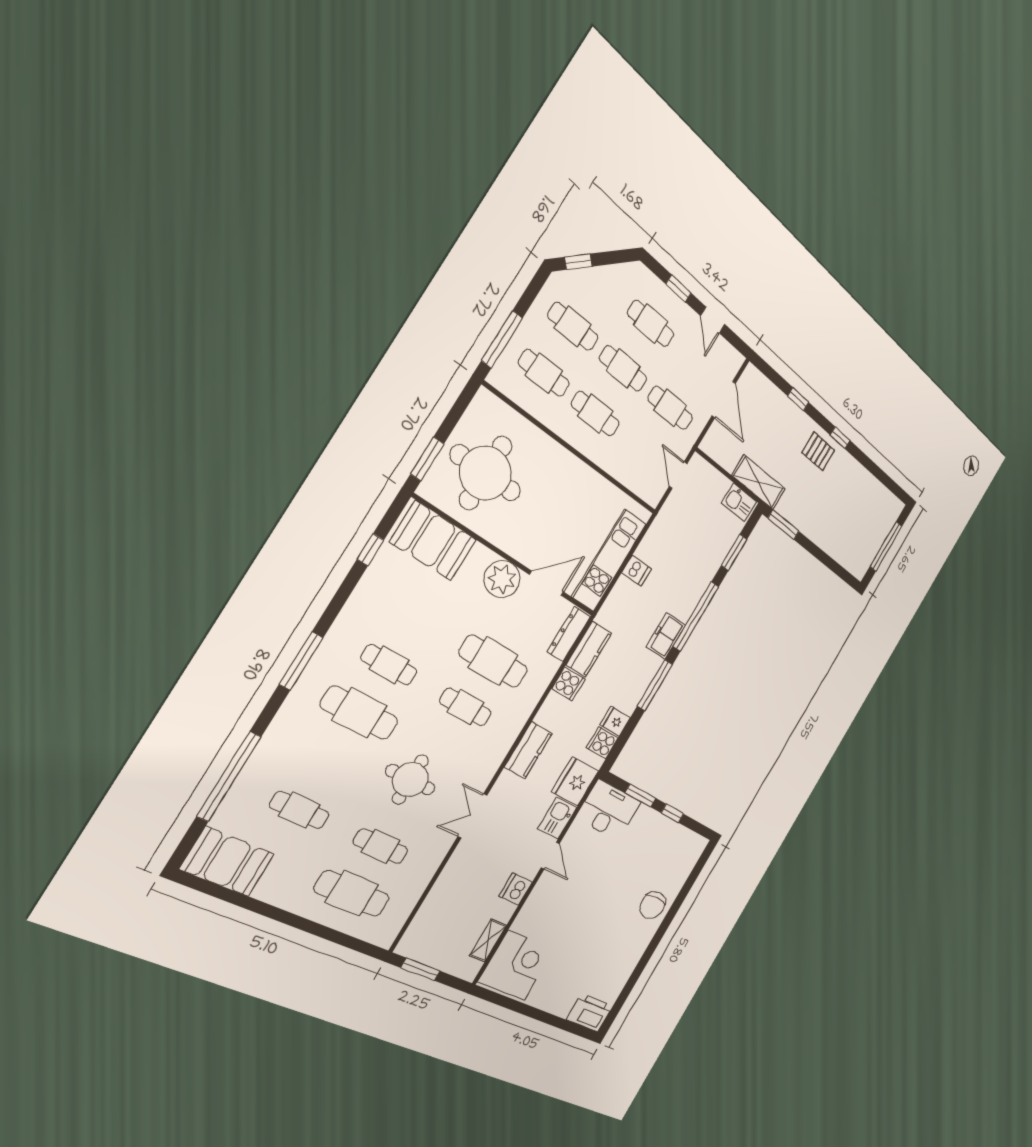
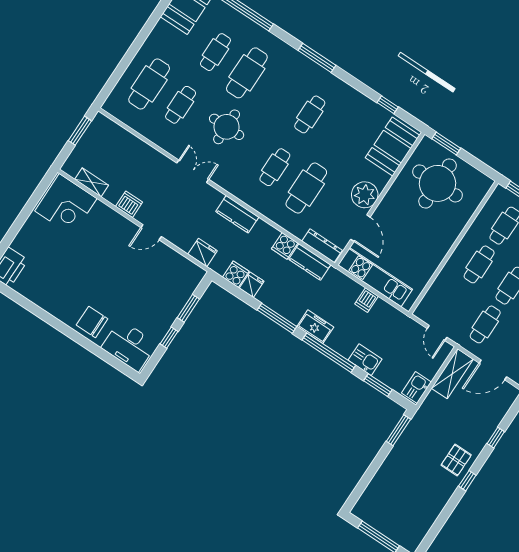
door: (678, 475) -> (437, 333), swing flipped
shelving: (759, 482) -> (452, 374), moved
cafe table: (359, 713) -> (247, 73), moved
fridge: (575, 781) -> (203, 252), width x0.73, depth x0.75
desk: (608, 810) -> (129, 346), moved, turned 90
kitchen sink: (557, 818) -> (365, 360), moved

